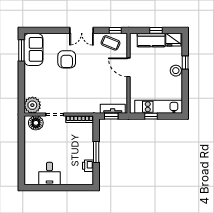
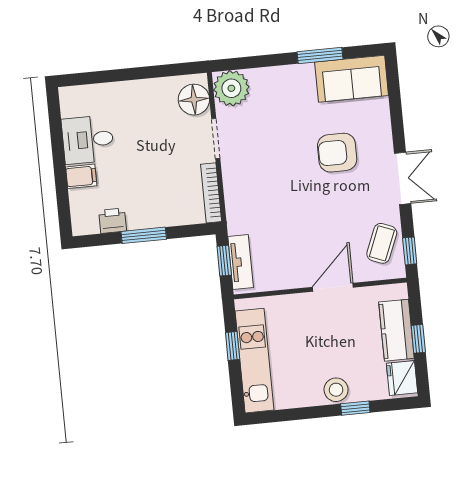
double door: (82, 30) -> (403, 178), swing flipped
window: (21, 50) -> (320, 55), moved
filing cabinet: (66, 178) -> (81, 176), added

